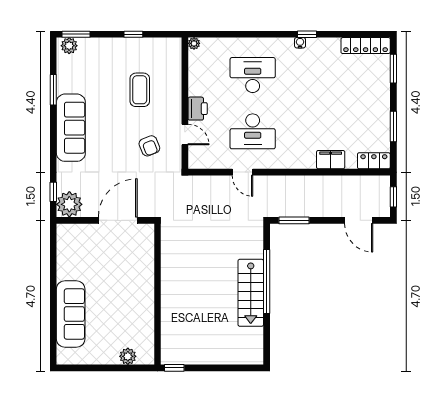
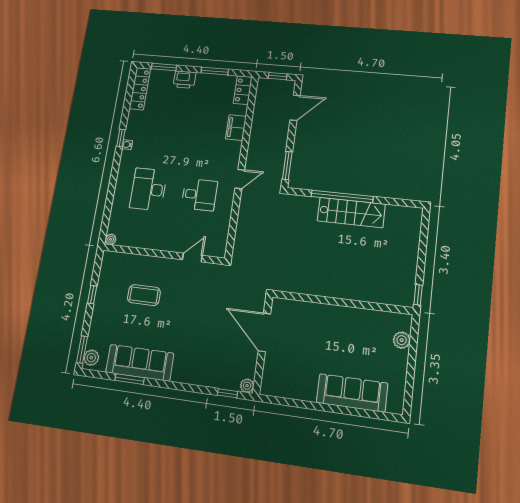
printer: (198, 109) -> (185, 80), moved, turned 180
sofa: (71, 128) -> (140, 363), moved
desk: (253, 131) -> (199, 195), width x0.73
armchair: (149, 146) -> (198, 292), removed
door: (242, 172) -> (240, 179), moved
plant: (69, 204) -> (247, 386), width x0.53, depth x0.53

